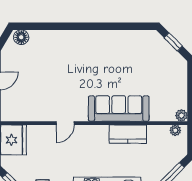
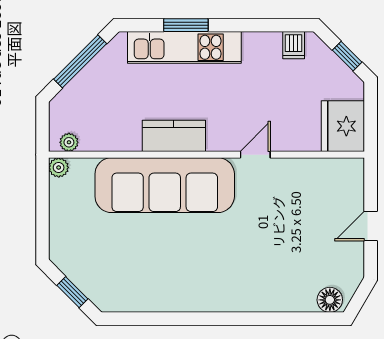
sofa: (119, 109) -> (165, 185), width x1.36, depth x1.27
kitchen counter: (128, 134) -> (174, 136), moved

